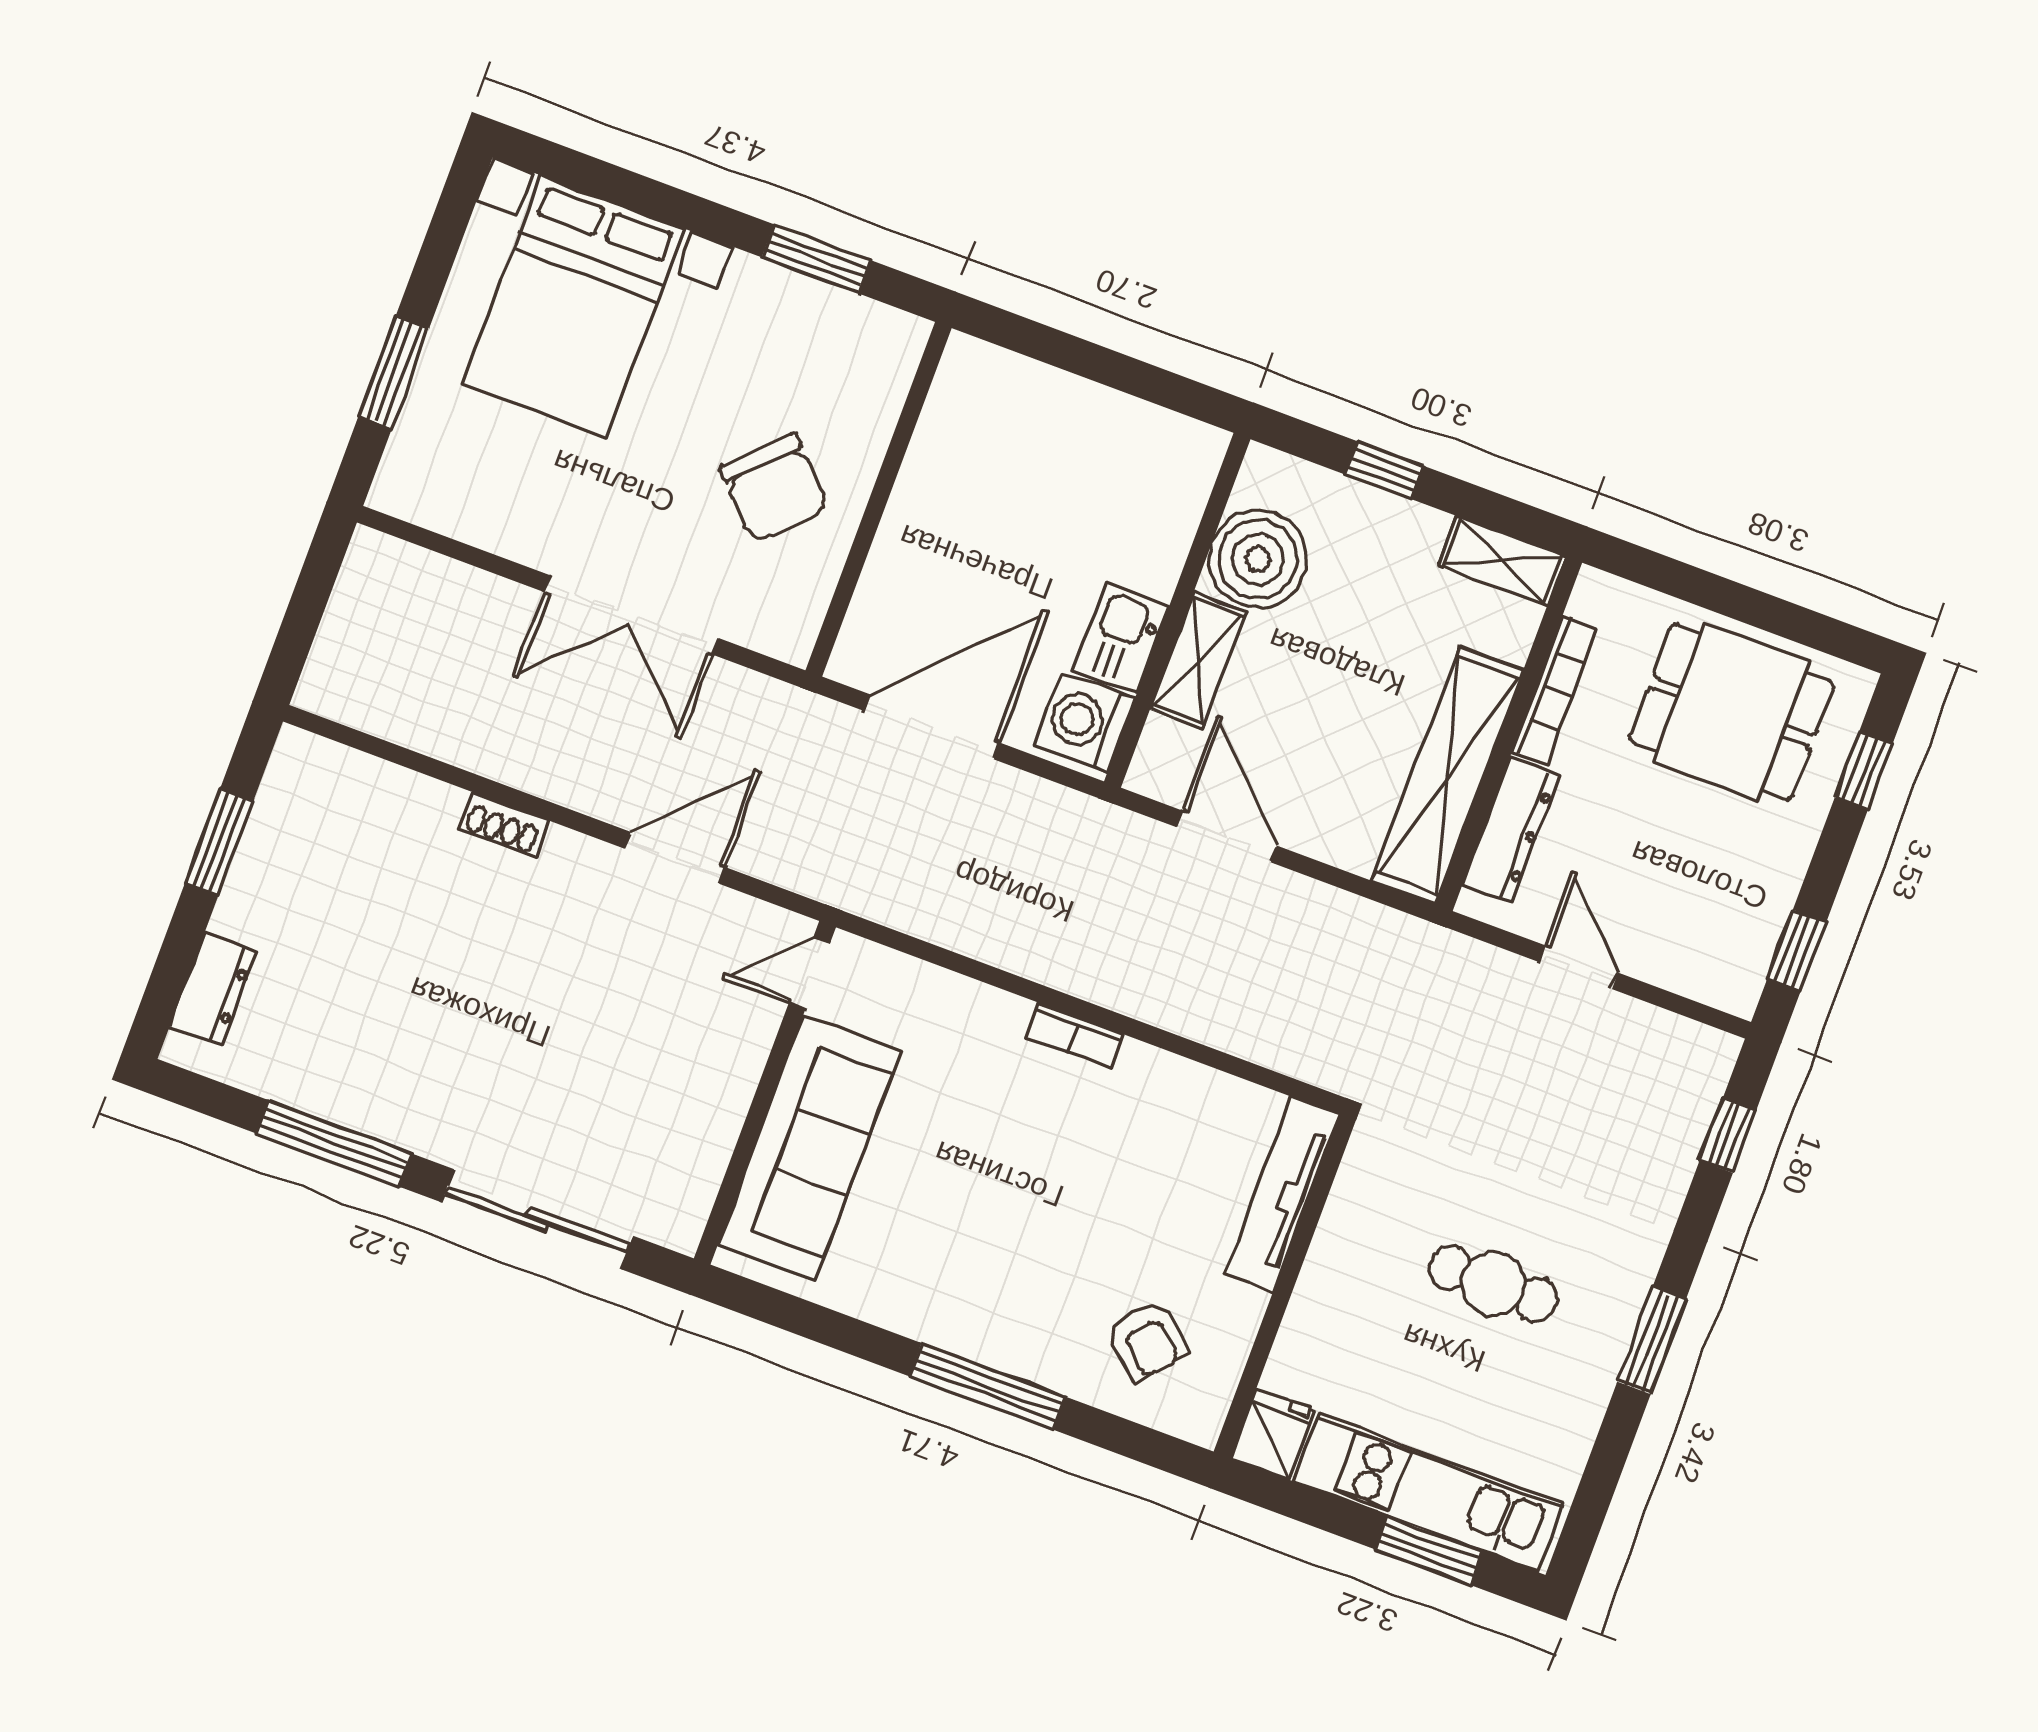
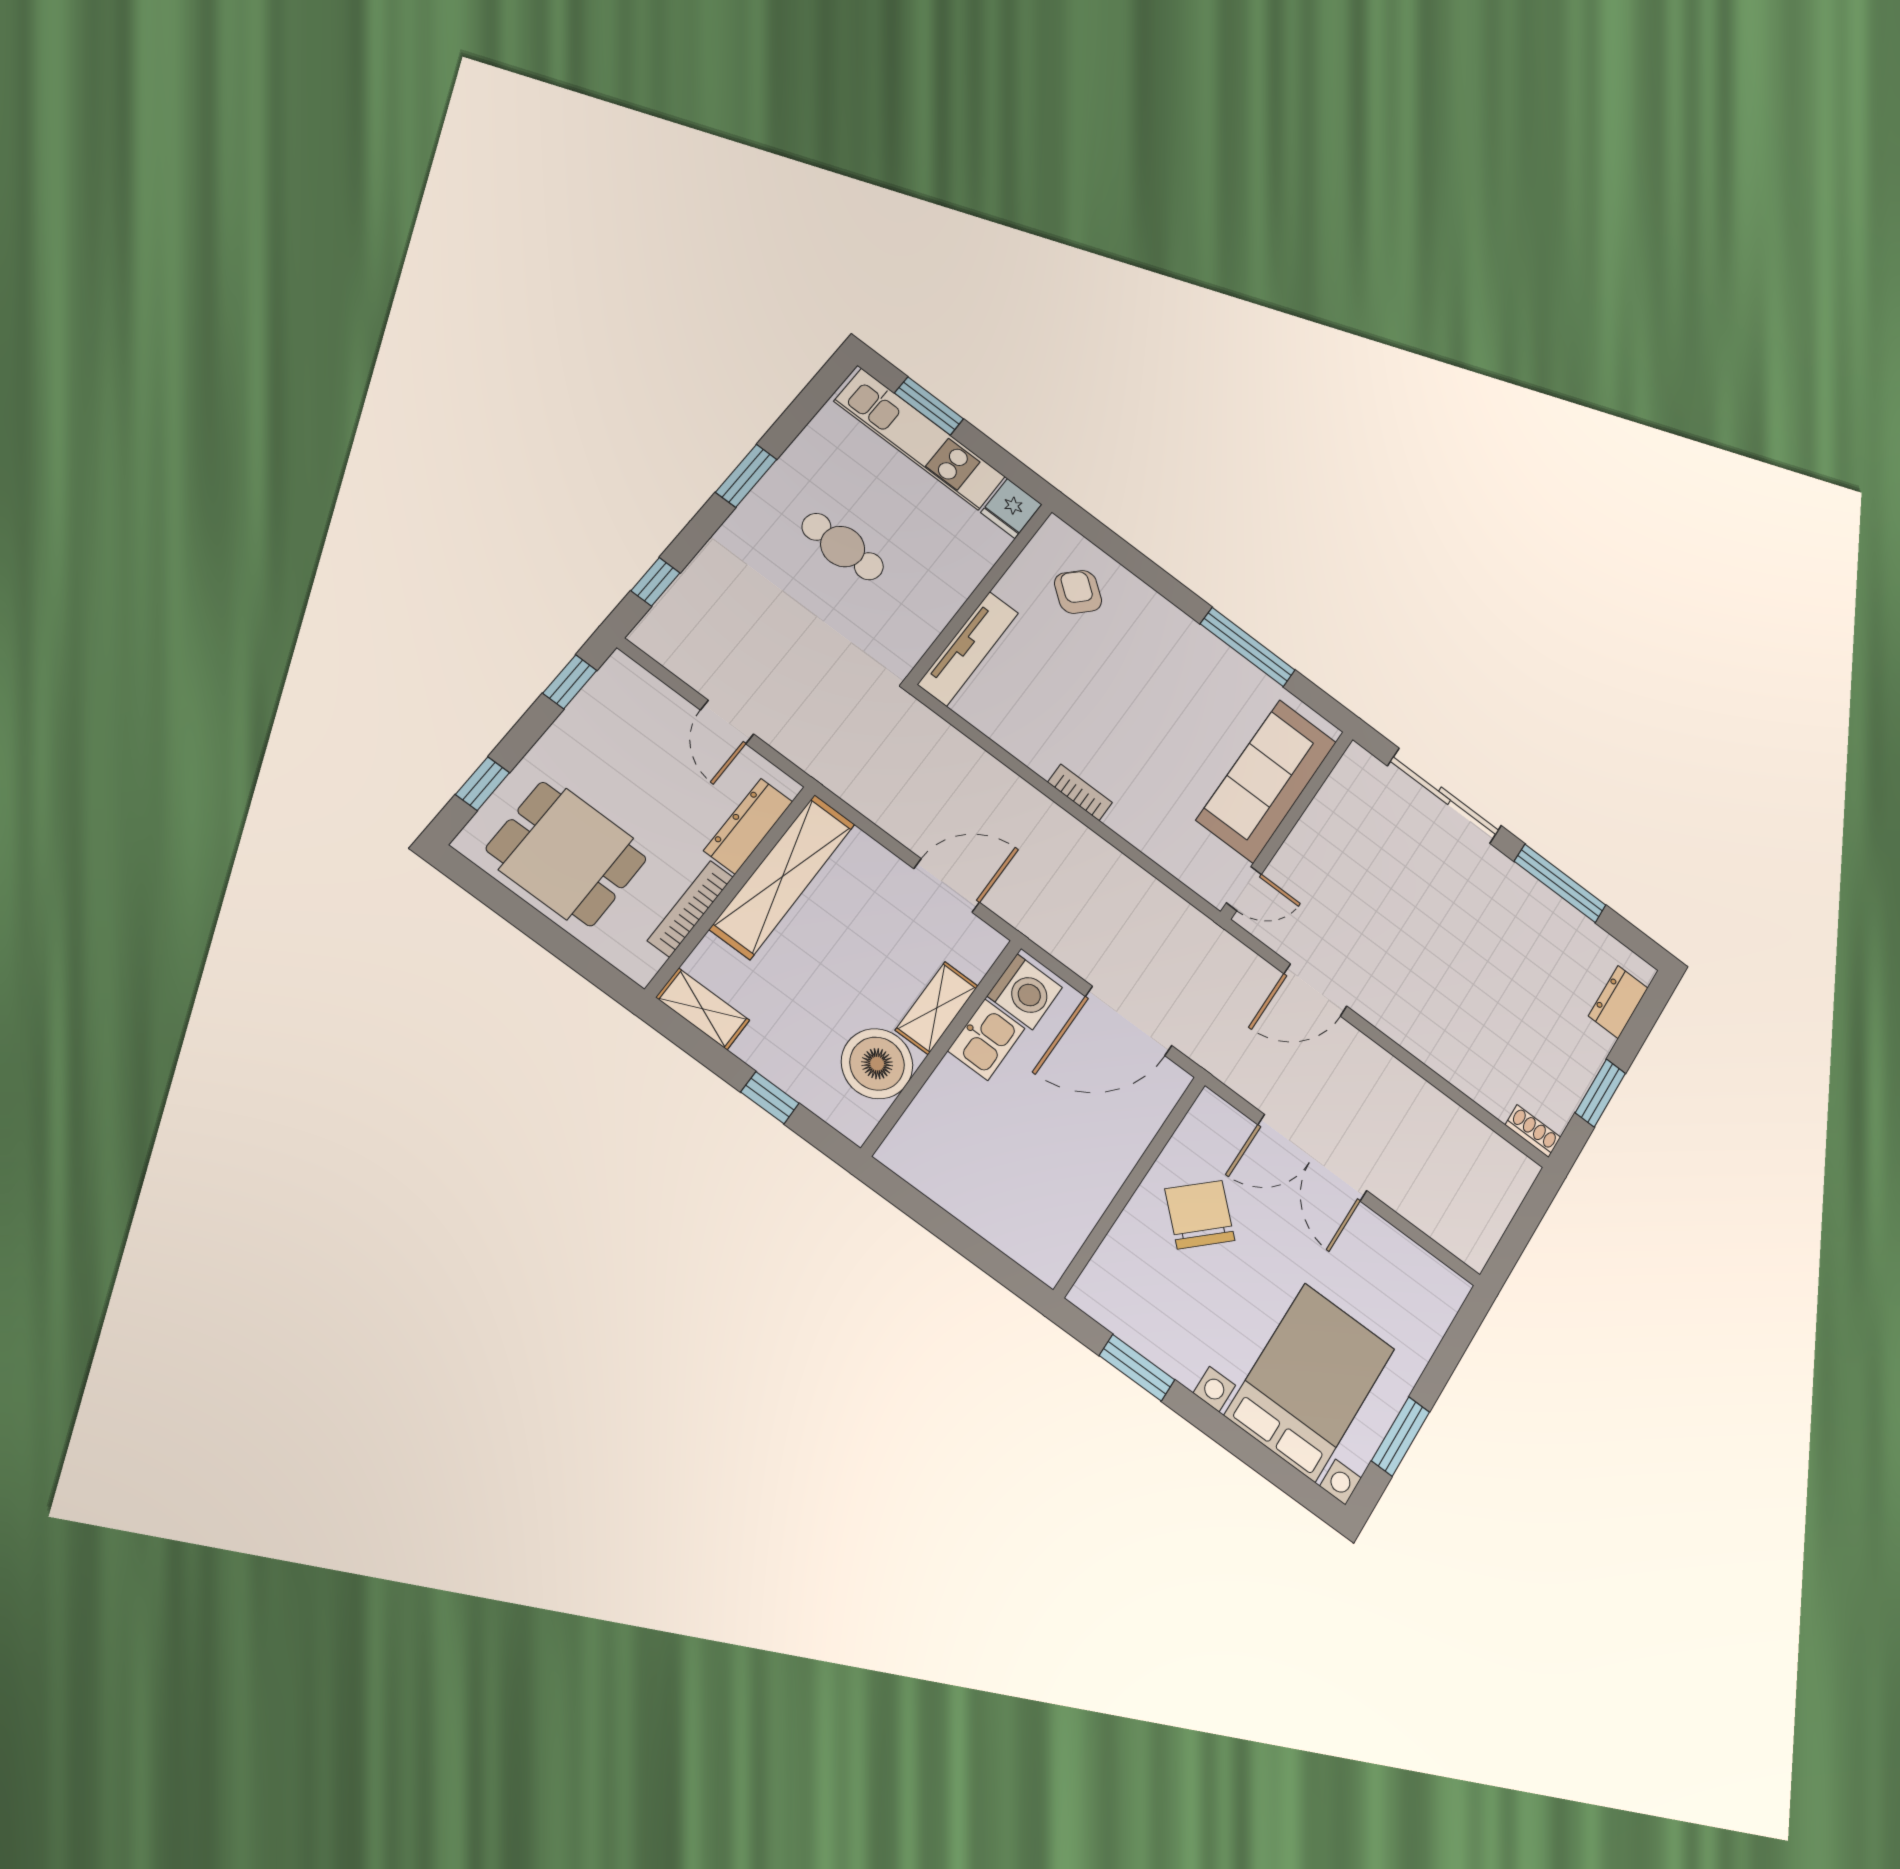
window: (394, 372) -> (1400, 1436), moved
double door: (632, 615) -> (1312, 1158), swing flipped
shoe rack: (504, 824) -> (1533, 1131), moved
door: (1227, 836) -> (947, 885), swing flipped
window: (987, 1386) -> (1248, 647), moved

